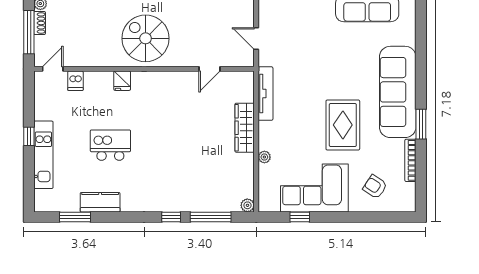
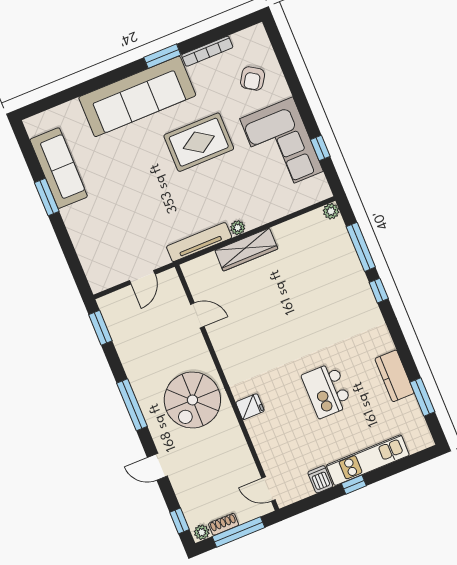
dishwasher: (75, 81) -> (320, 479), moved, turned -90
plant: (264, 157) -> (238, 228), moved

